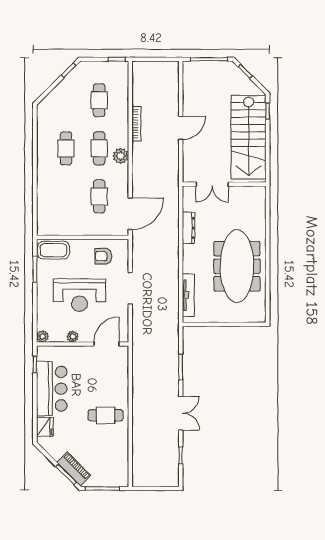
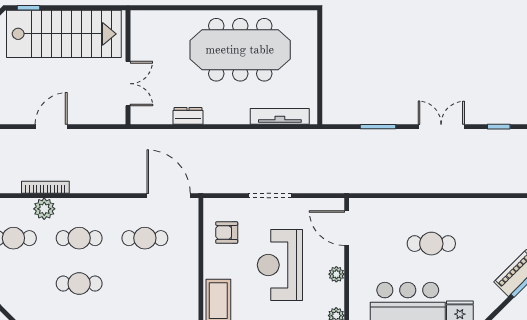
door: (181, 128) -> (51, 127), hinge flipped
plant: (121, 156) -> (44, 209), moved
dresser: (189, 228) -> (188, 116), width x0.70
armchair: (103, 256) -> (227, 232), turned 90
reception desk: (80, 295) -> (280, 265), turned 180
cafe table: (106, 415) -> (431, 244), moved, turned 90

